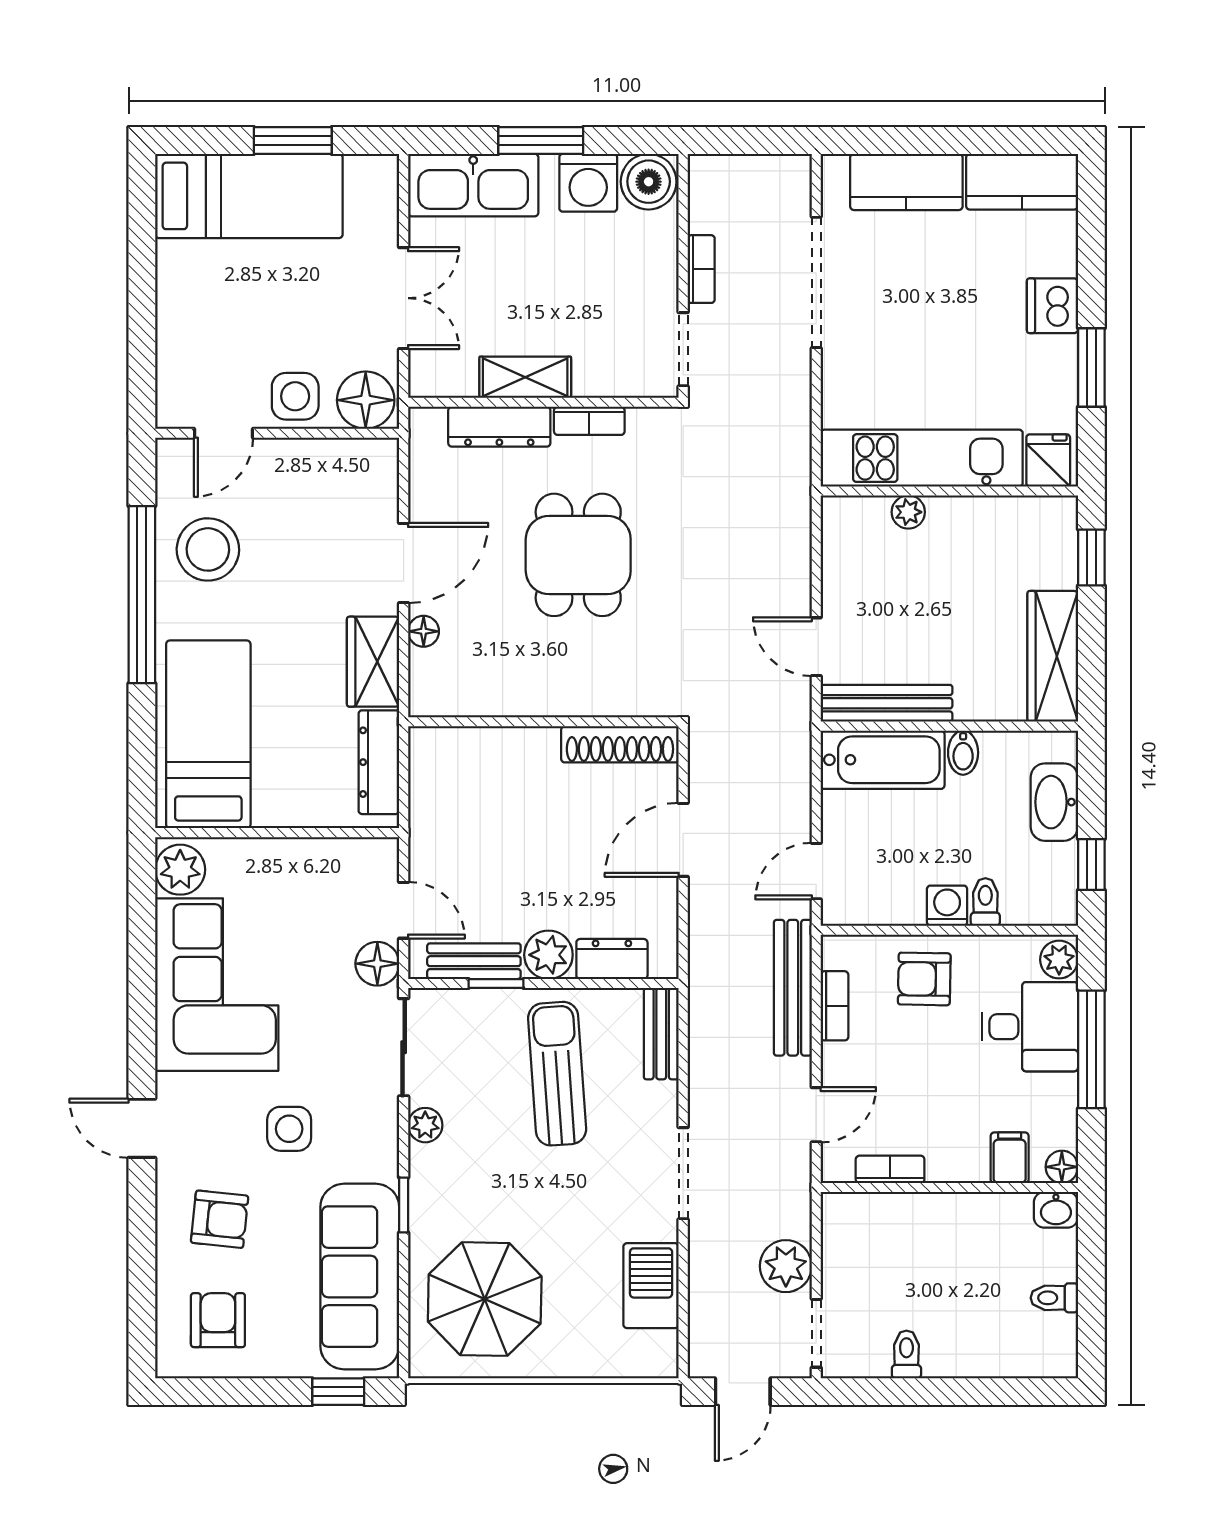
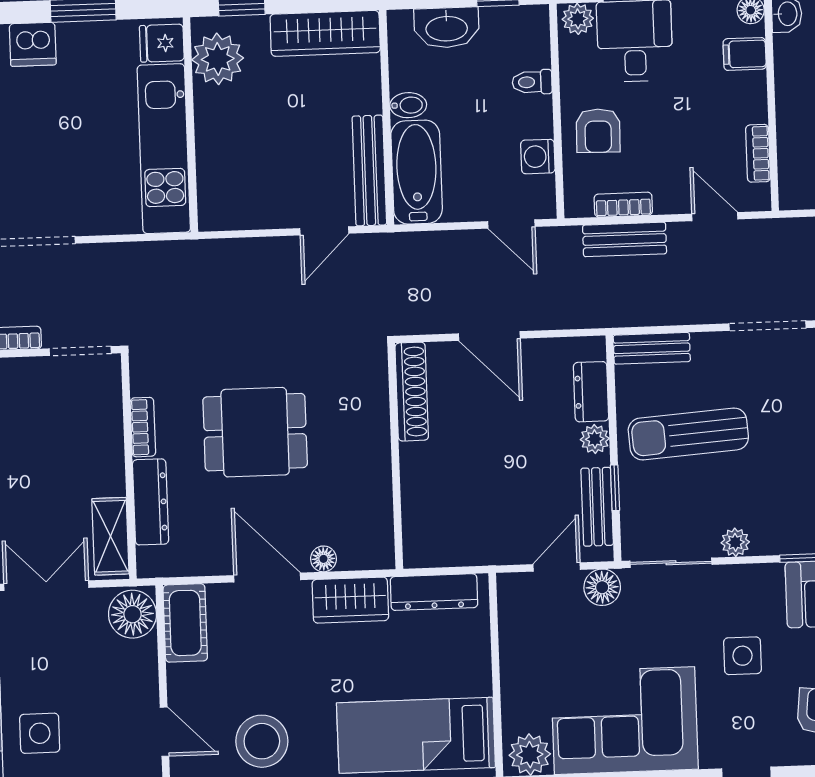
shelving: (525, 377) -> (110, 536), moved
side table: (295, 396) -> (40, 733), moved
cot: (353, 463) -> (185, 623), added
plant: (908, 512) -> (218, 59), moved, width x1.88, depth x1.88
washing machine: (947, 906) -> (538, 157), moved
plant: (548, 955) -> (595, 439), width x0.73, depth x0.73
bench: (793, 988) -> (625, 239), width x0.73

